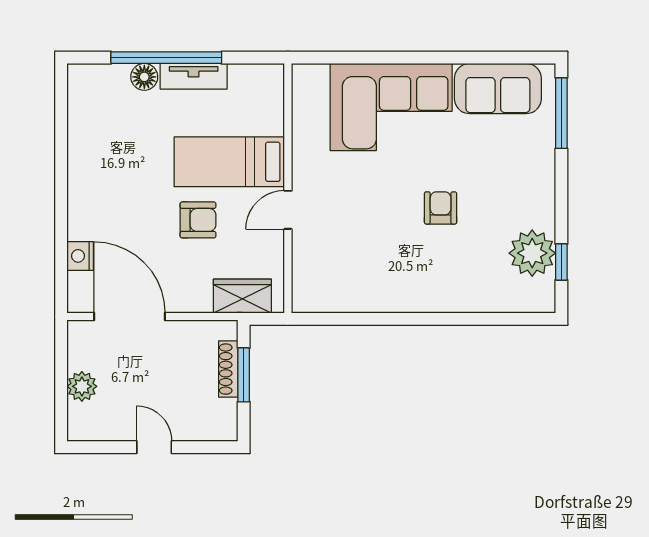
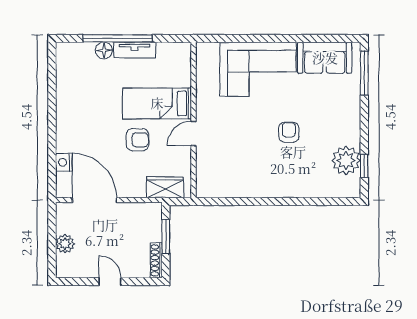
shoe rack: (228, 369) -> (156, 260), moved

